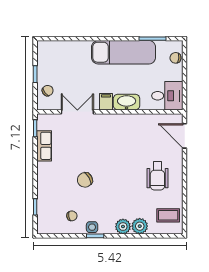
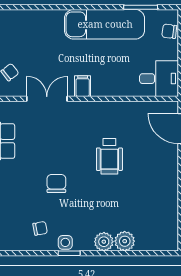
washbasin: (127, 102) -> (108, 87), removed
wheelchair: (157, 176) -> (109, 156), moved
chair: (85, 180) -> (56, 184), turned 119
coffee table: (168, 215) -> (160, 228), removed

